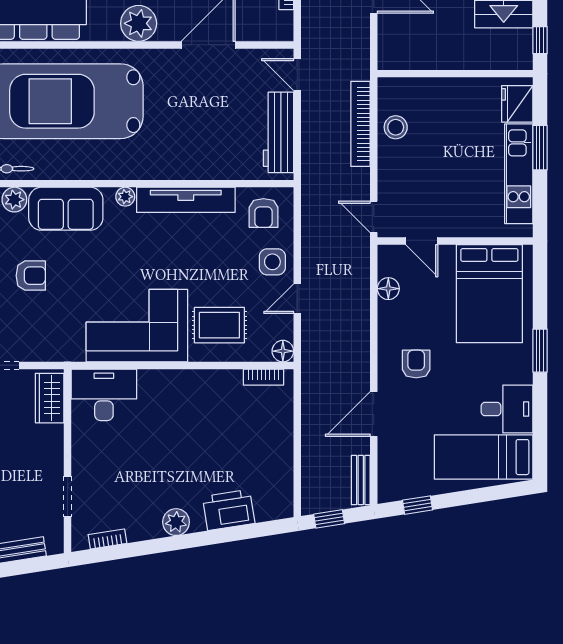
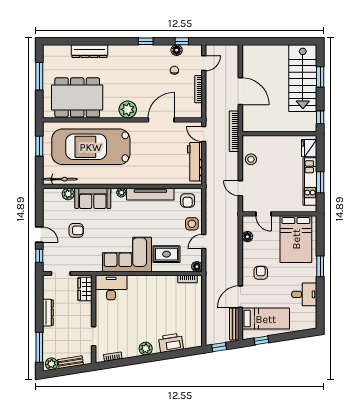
bookcase: (360, 124) -> (234, 131), moved
window: (540, 148) -> (320, 182), moved
door: (374, 217) -> (240, 188), moved
bed: (484, 457) -> (266, 319), moved, turned 180
bench: (361, 480) -> (234, 324), width x1.36

